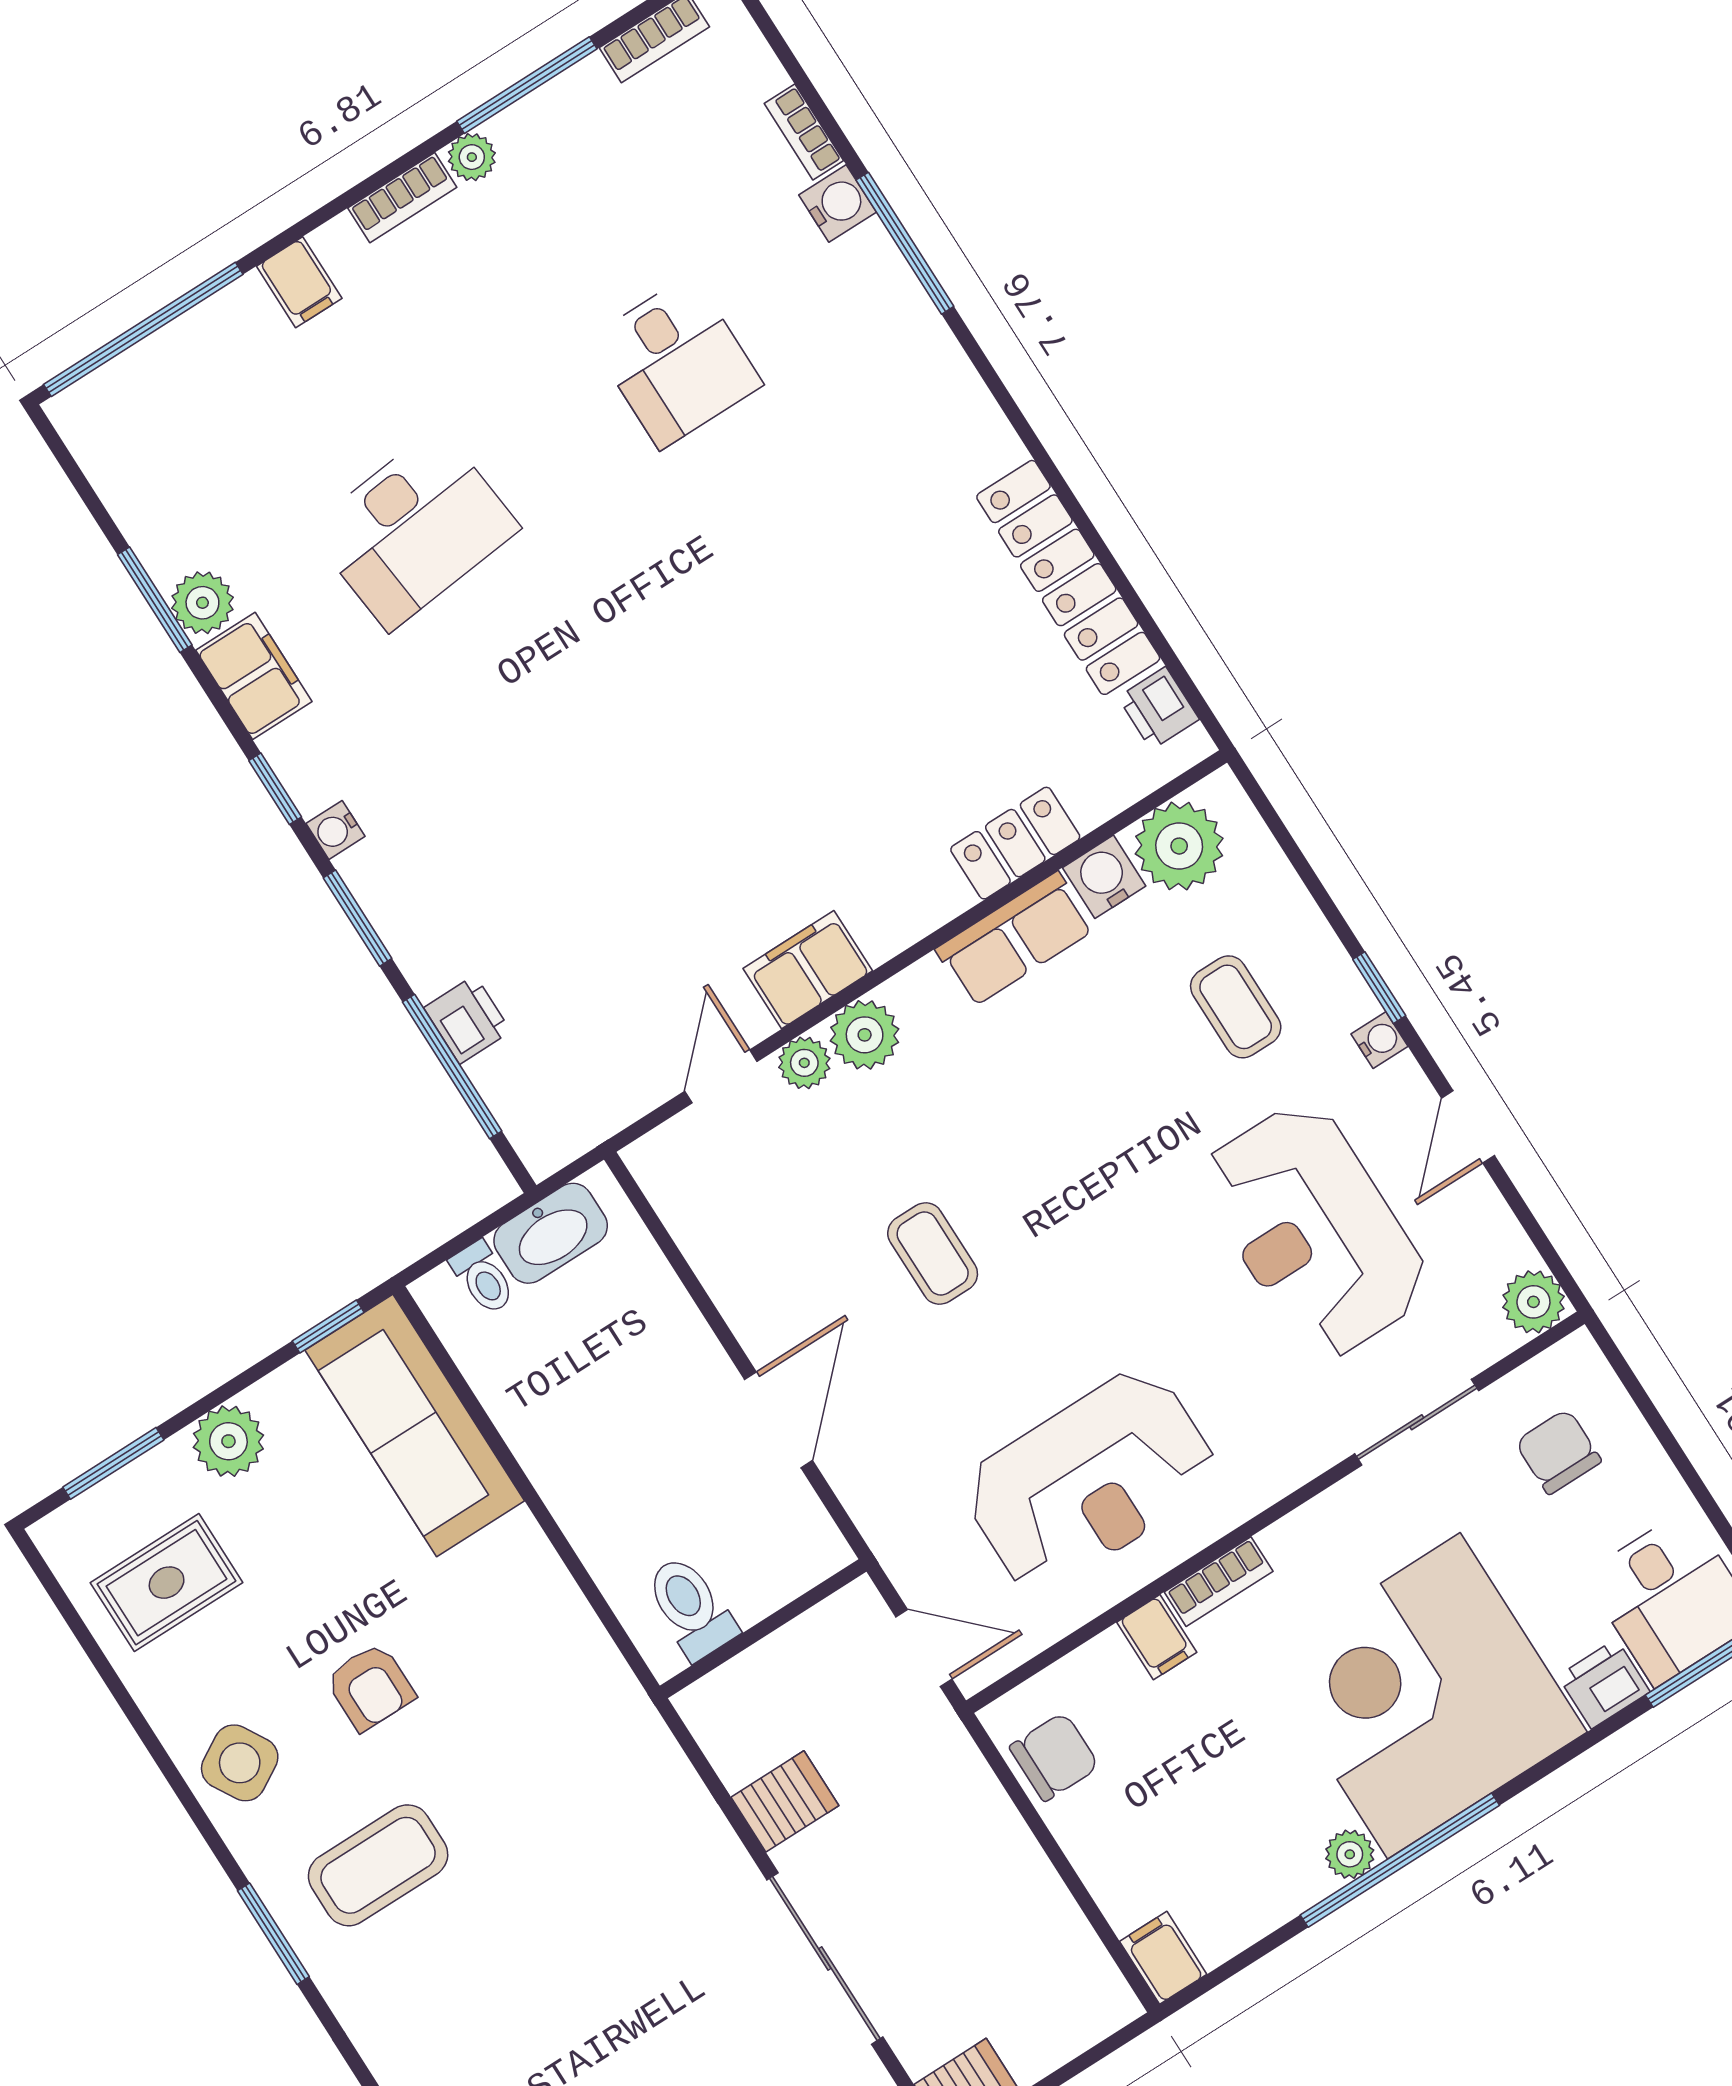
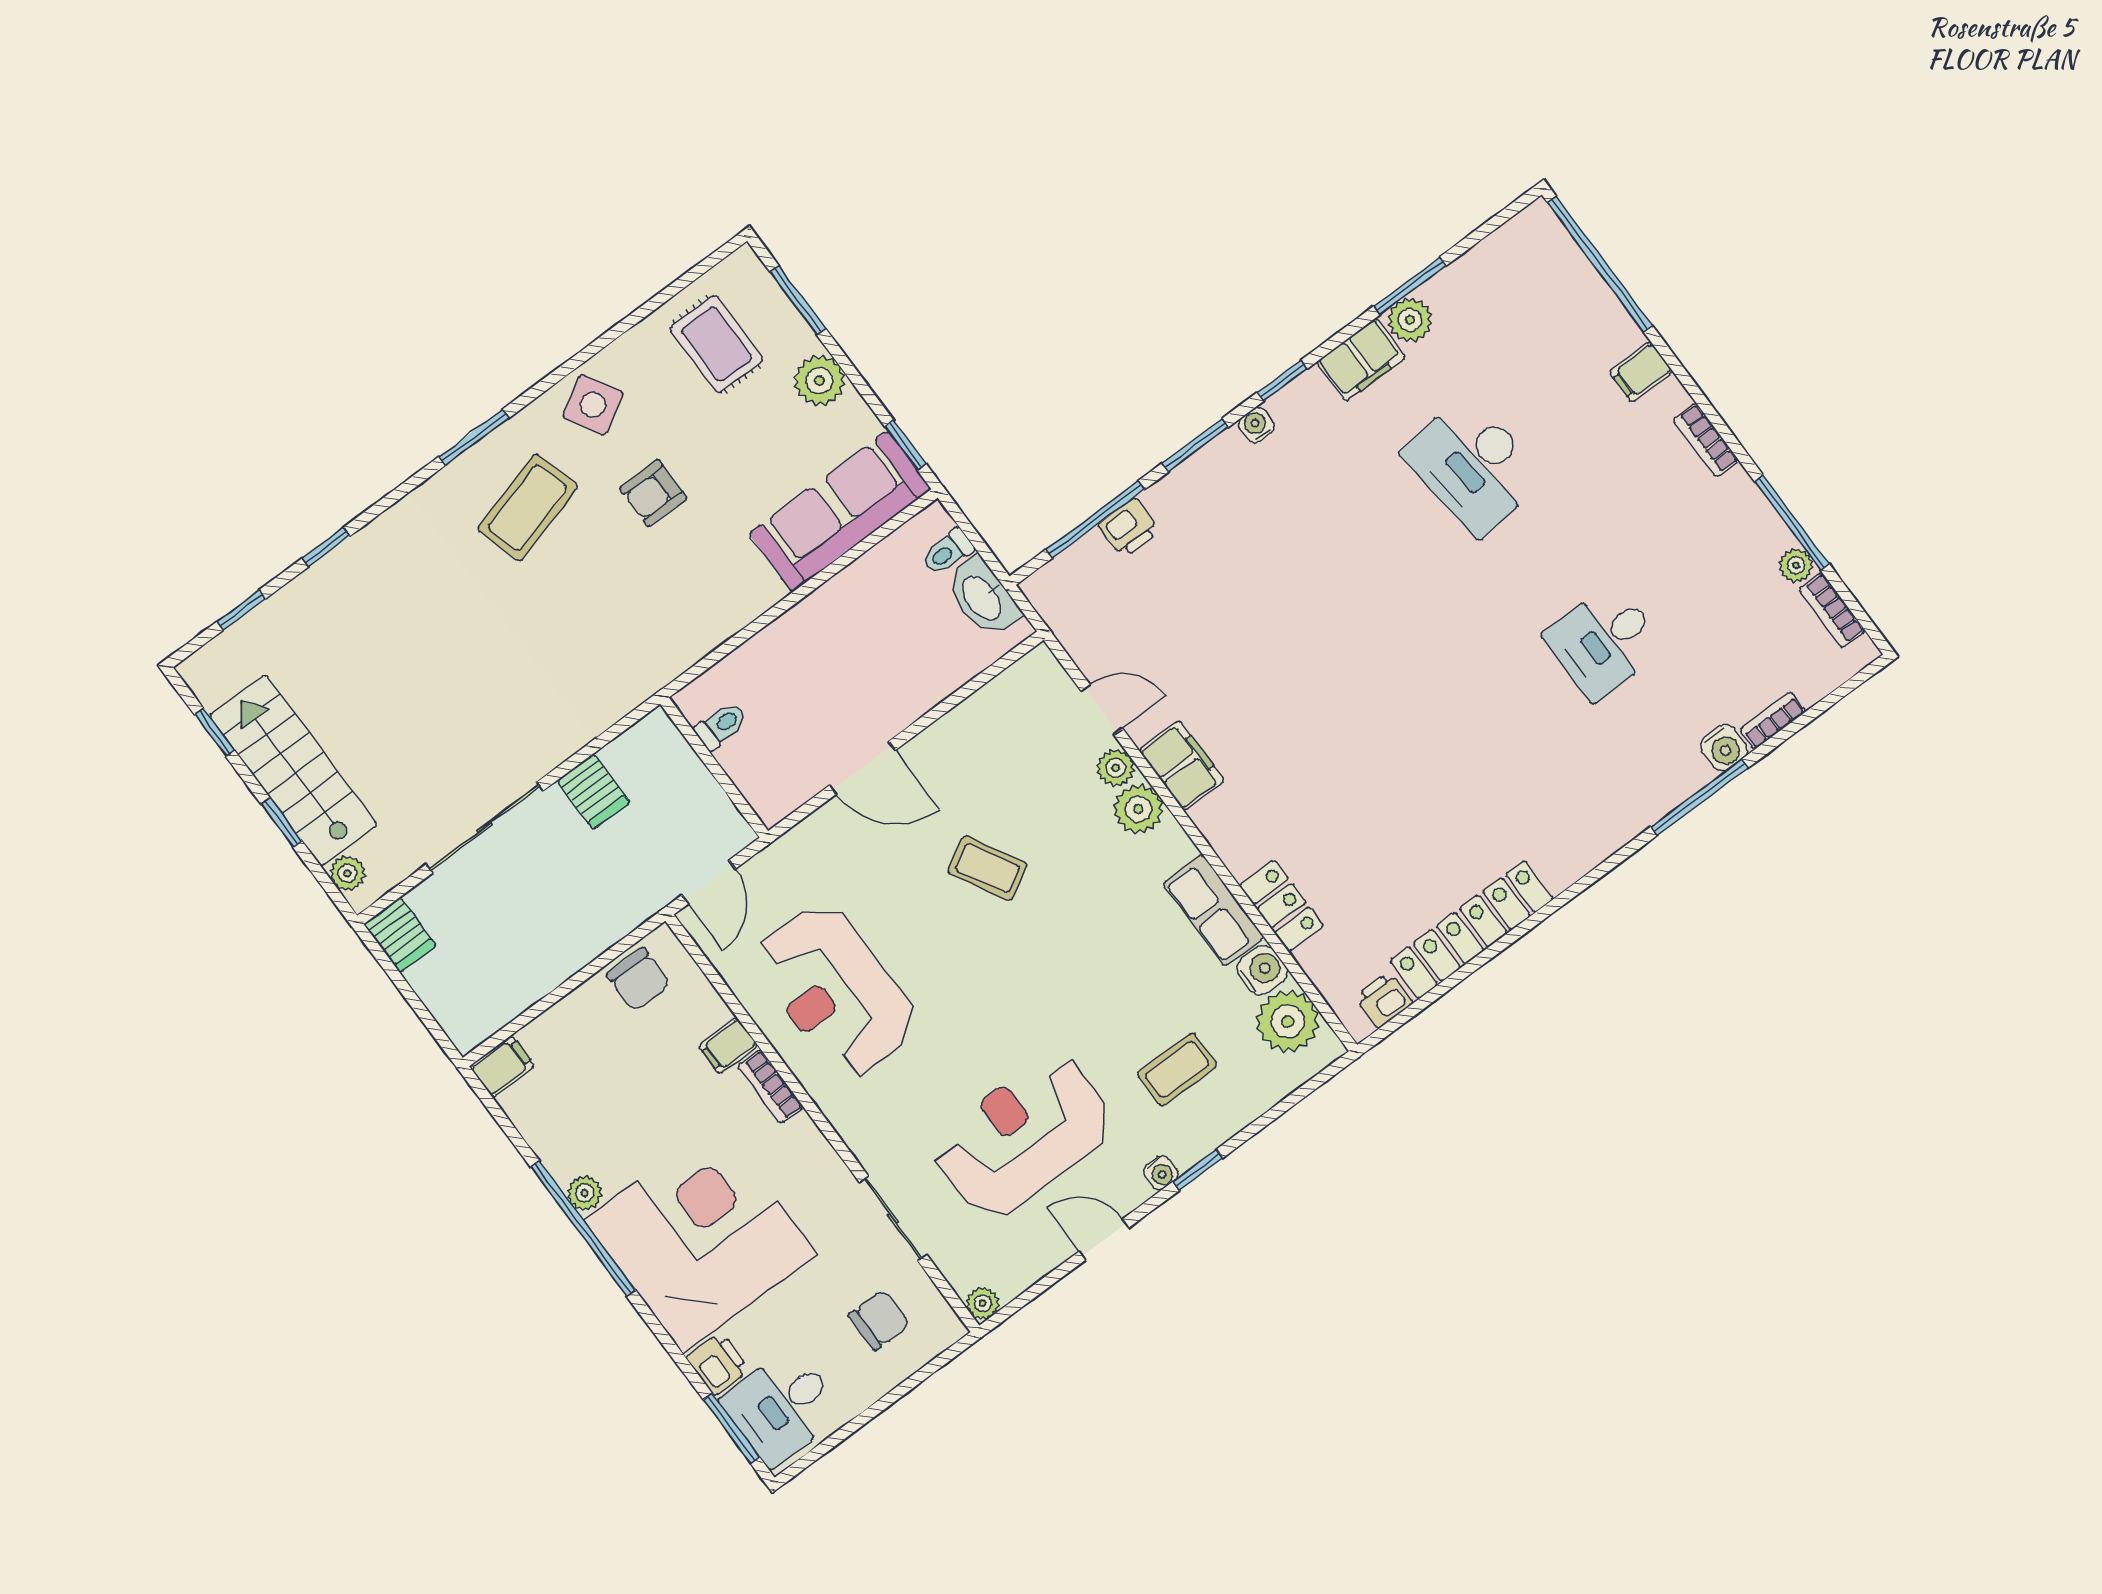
plant: (472, 157) -> (1796, 565), moved
coffee table: (933, 1254) -> (988, 868), turned 61
plant: (1533, 1302) -> (983, 1303), width x0.73, depth x0.73
toilet: (691, 1607) -> (721, 726), width x0.73, depth x0.72
coffee table: (378, 1865) -> (528, 508), turned 74

